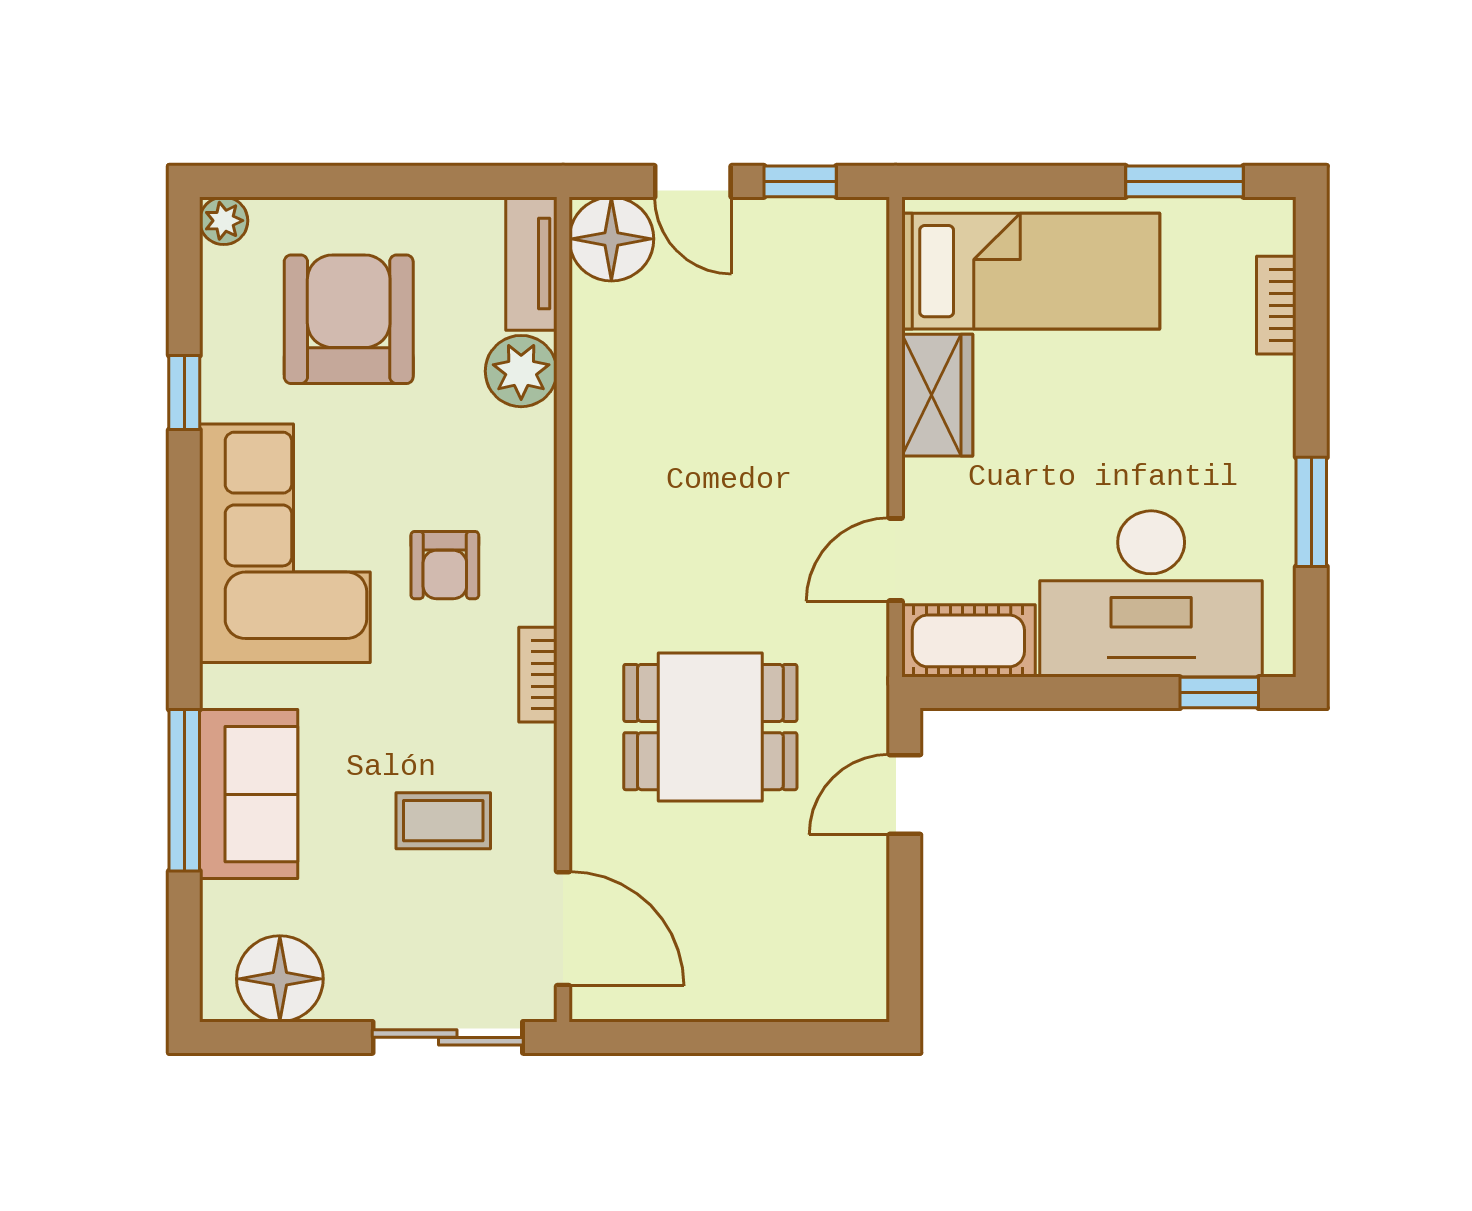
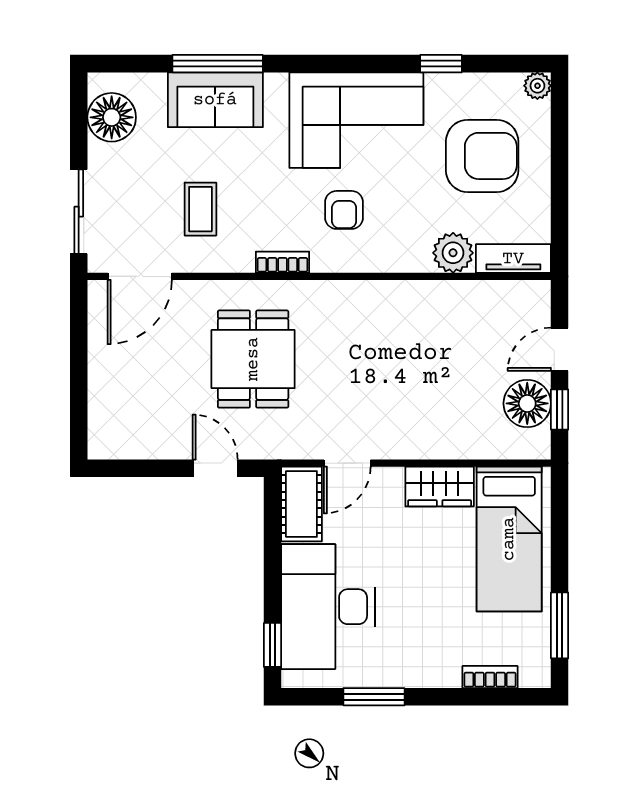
floor lamp: (611, 239) -> (527, 403), moved
door: (896, 559) -> (347, 463), swing flipped
armchair: (445, 565) -> (344, 210), turned -90

